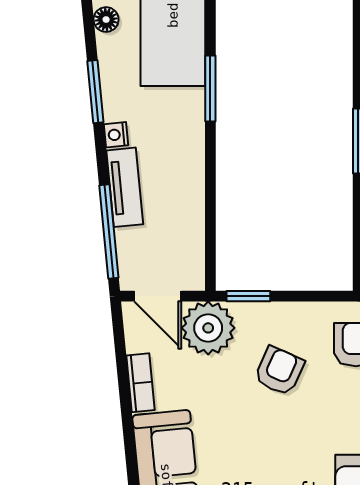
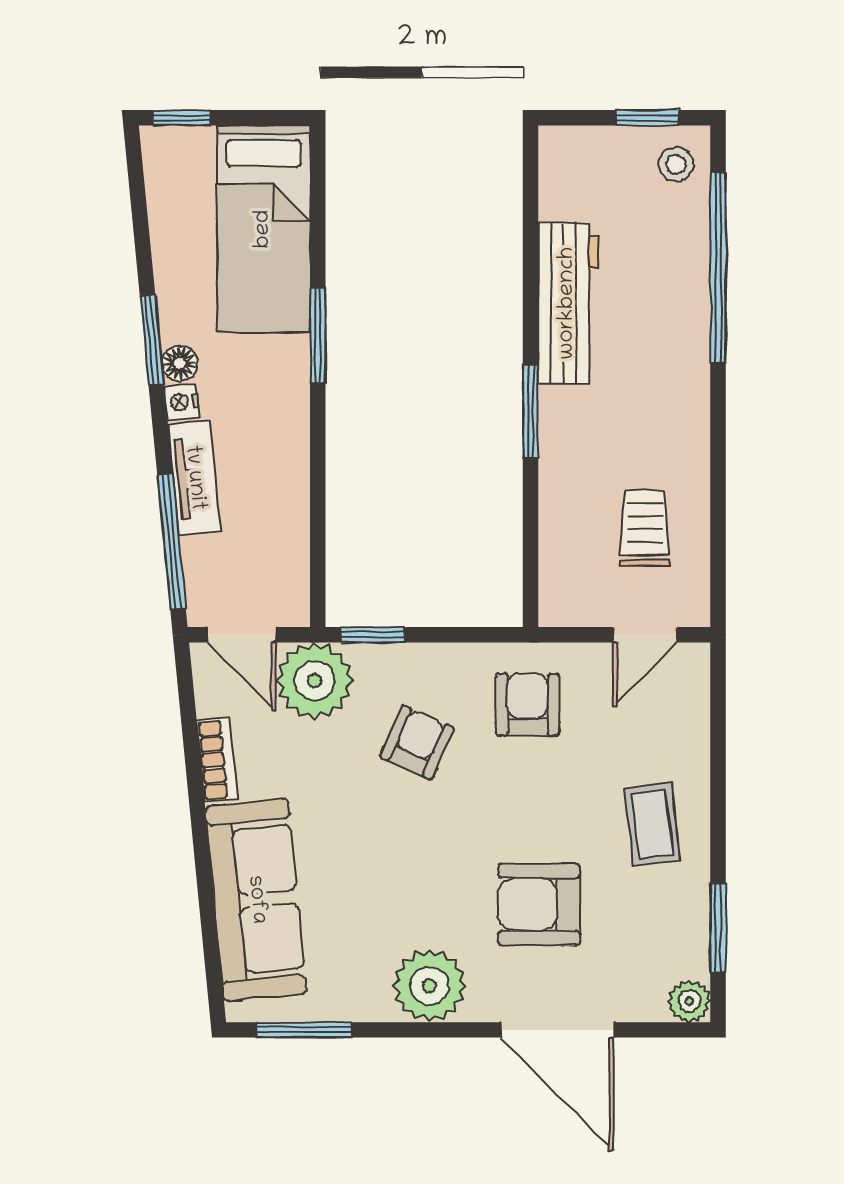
floor lamp: (106, 20) -> (180, 363), moved

